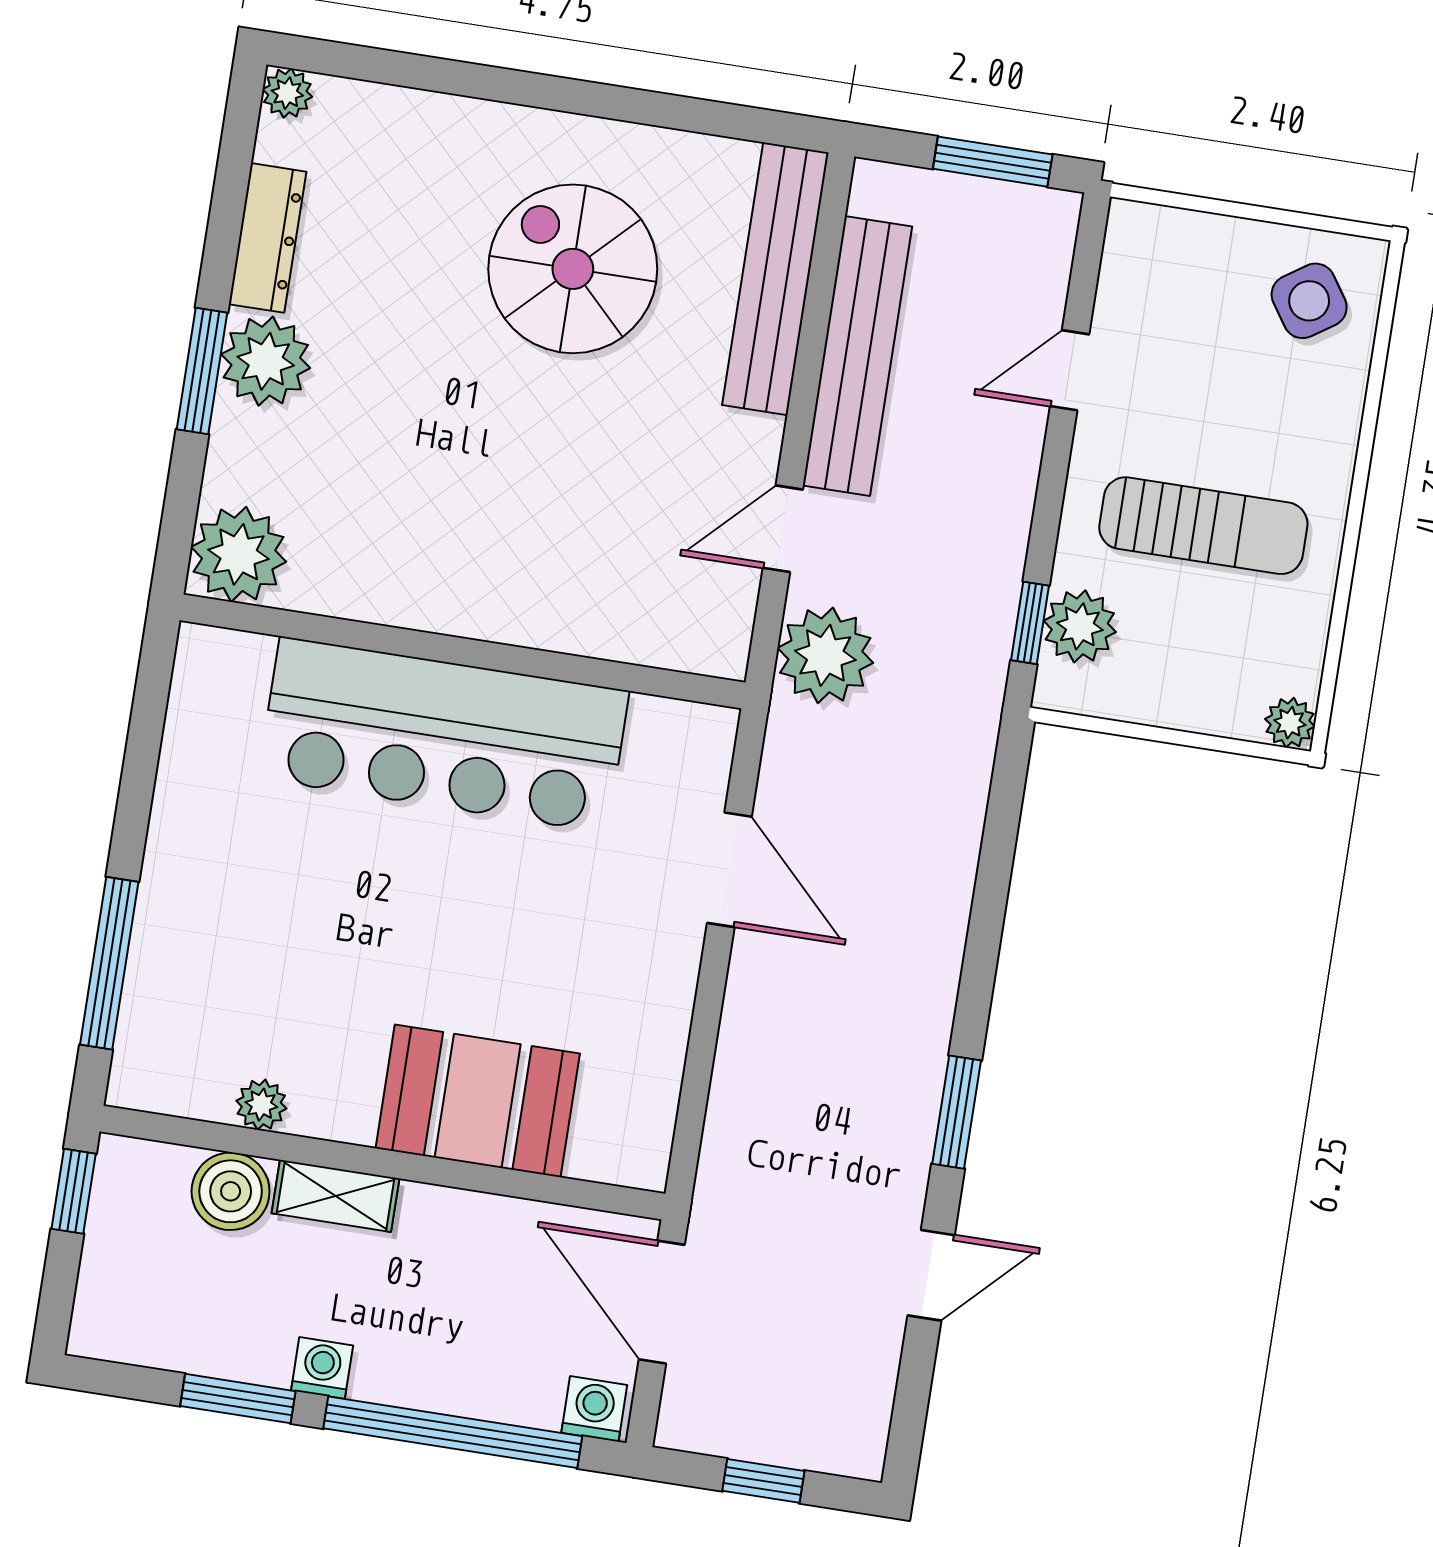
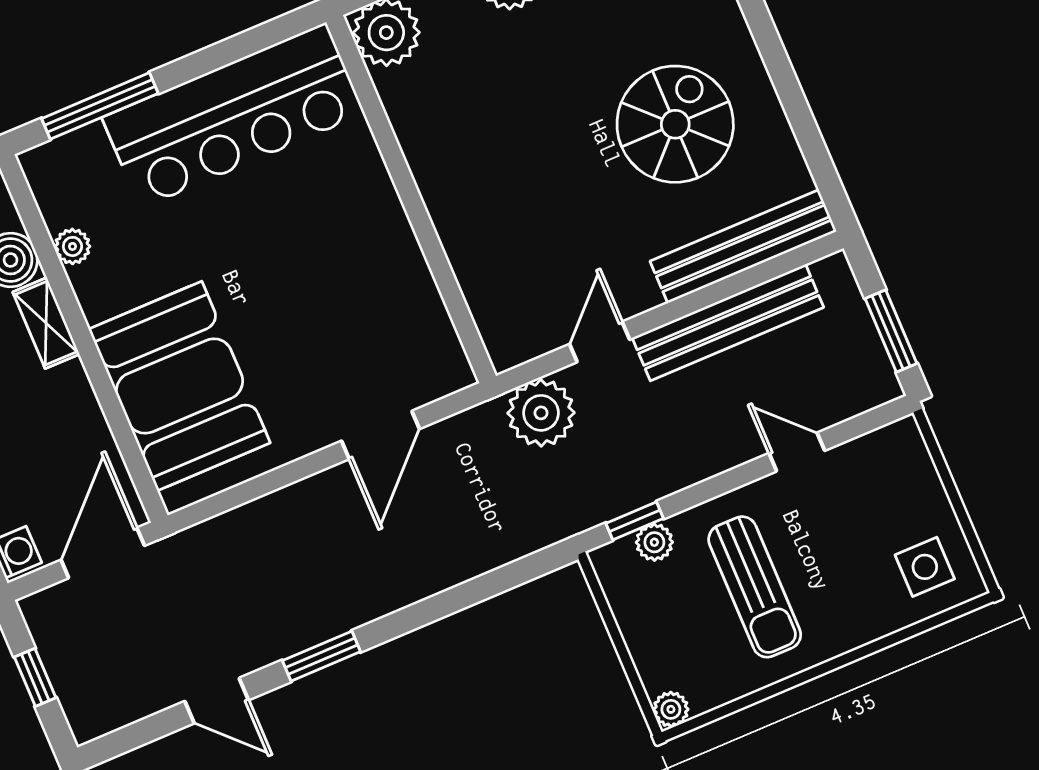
side table: (1309, 301) -> (925, 567), turned 34
door: (783, 529) -> (600, 342), hinge flipped
plant: (1080, 626) -> (654, 542), width x0.73, depth x0.73
bar counter: (444, 735) -> (233, 115), moved, turned -90
booth: (478, 1101) -> (179, 386), width x1.36, depth x1.42

